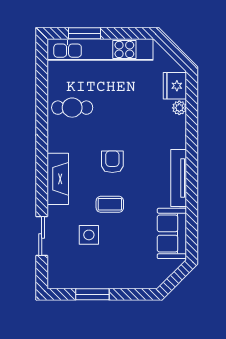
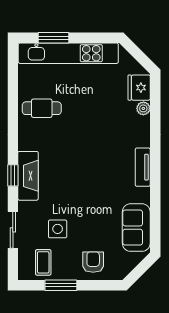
armchair: (112, 162) -> (93, 262), moved
window: (42, 178) -> (13, 175), added
tv unit: (179, 178) -> (143, 167), width x0.71
coffee table: (110, 204) -> (43, 262), moved, turned 90

